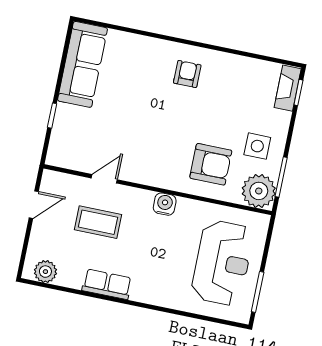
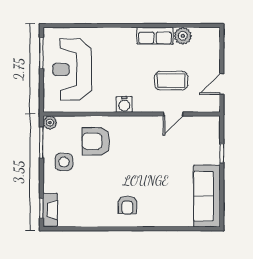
plant: (259, 191) -> (50, 123), width x0.53, depth x0.53
plant: (45, 272) -> (183, 36), moved

